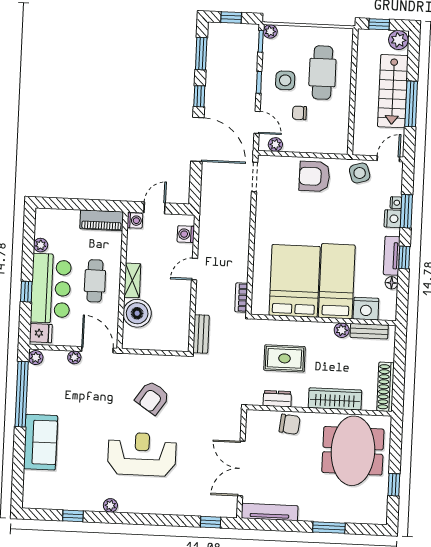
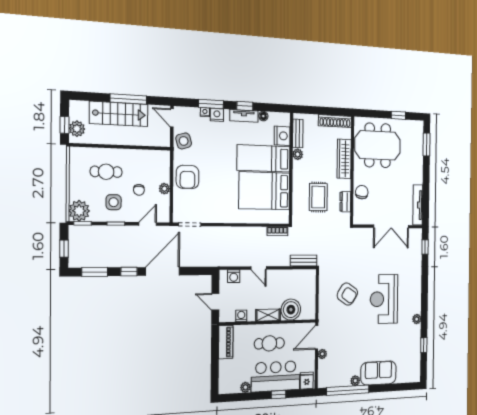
plant: (270, 31) -> (79, 211), width x1.88, depth x1.88
plant: (398, 40) -> (77, 129), moved
cafe table: (322, 73) -> (106, 172), width x0.73, depth x0.74
plant: (275, 145) -> (164, 189), moved
washing machine: (135, 221) -> (241, 316), moved
plant: (36, 358) -> (355, 381), moved
window: (329, 528) -> (426, 145), moved

